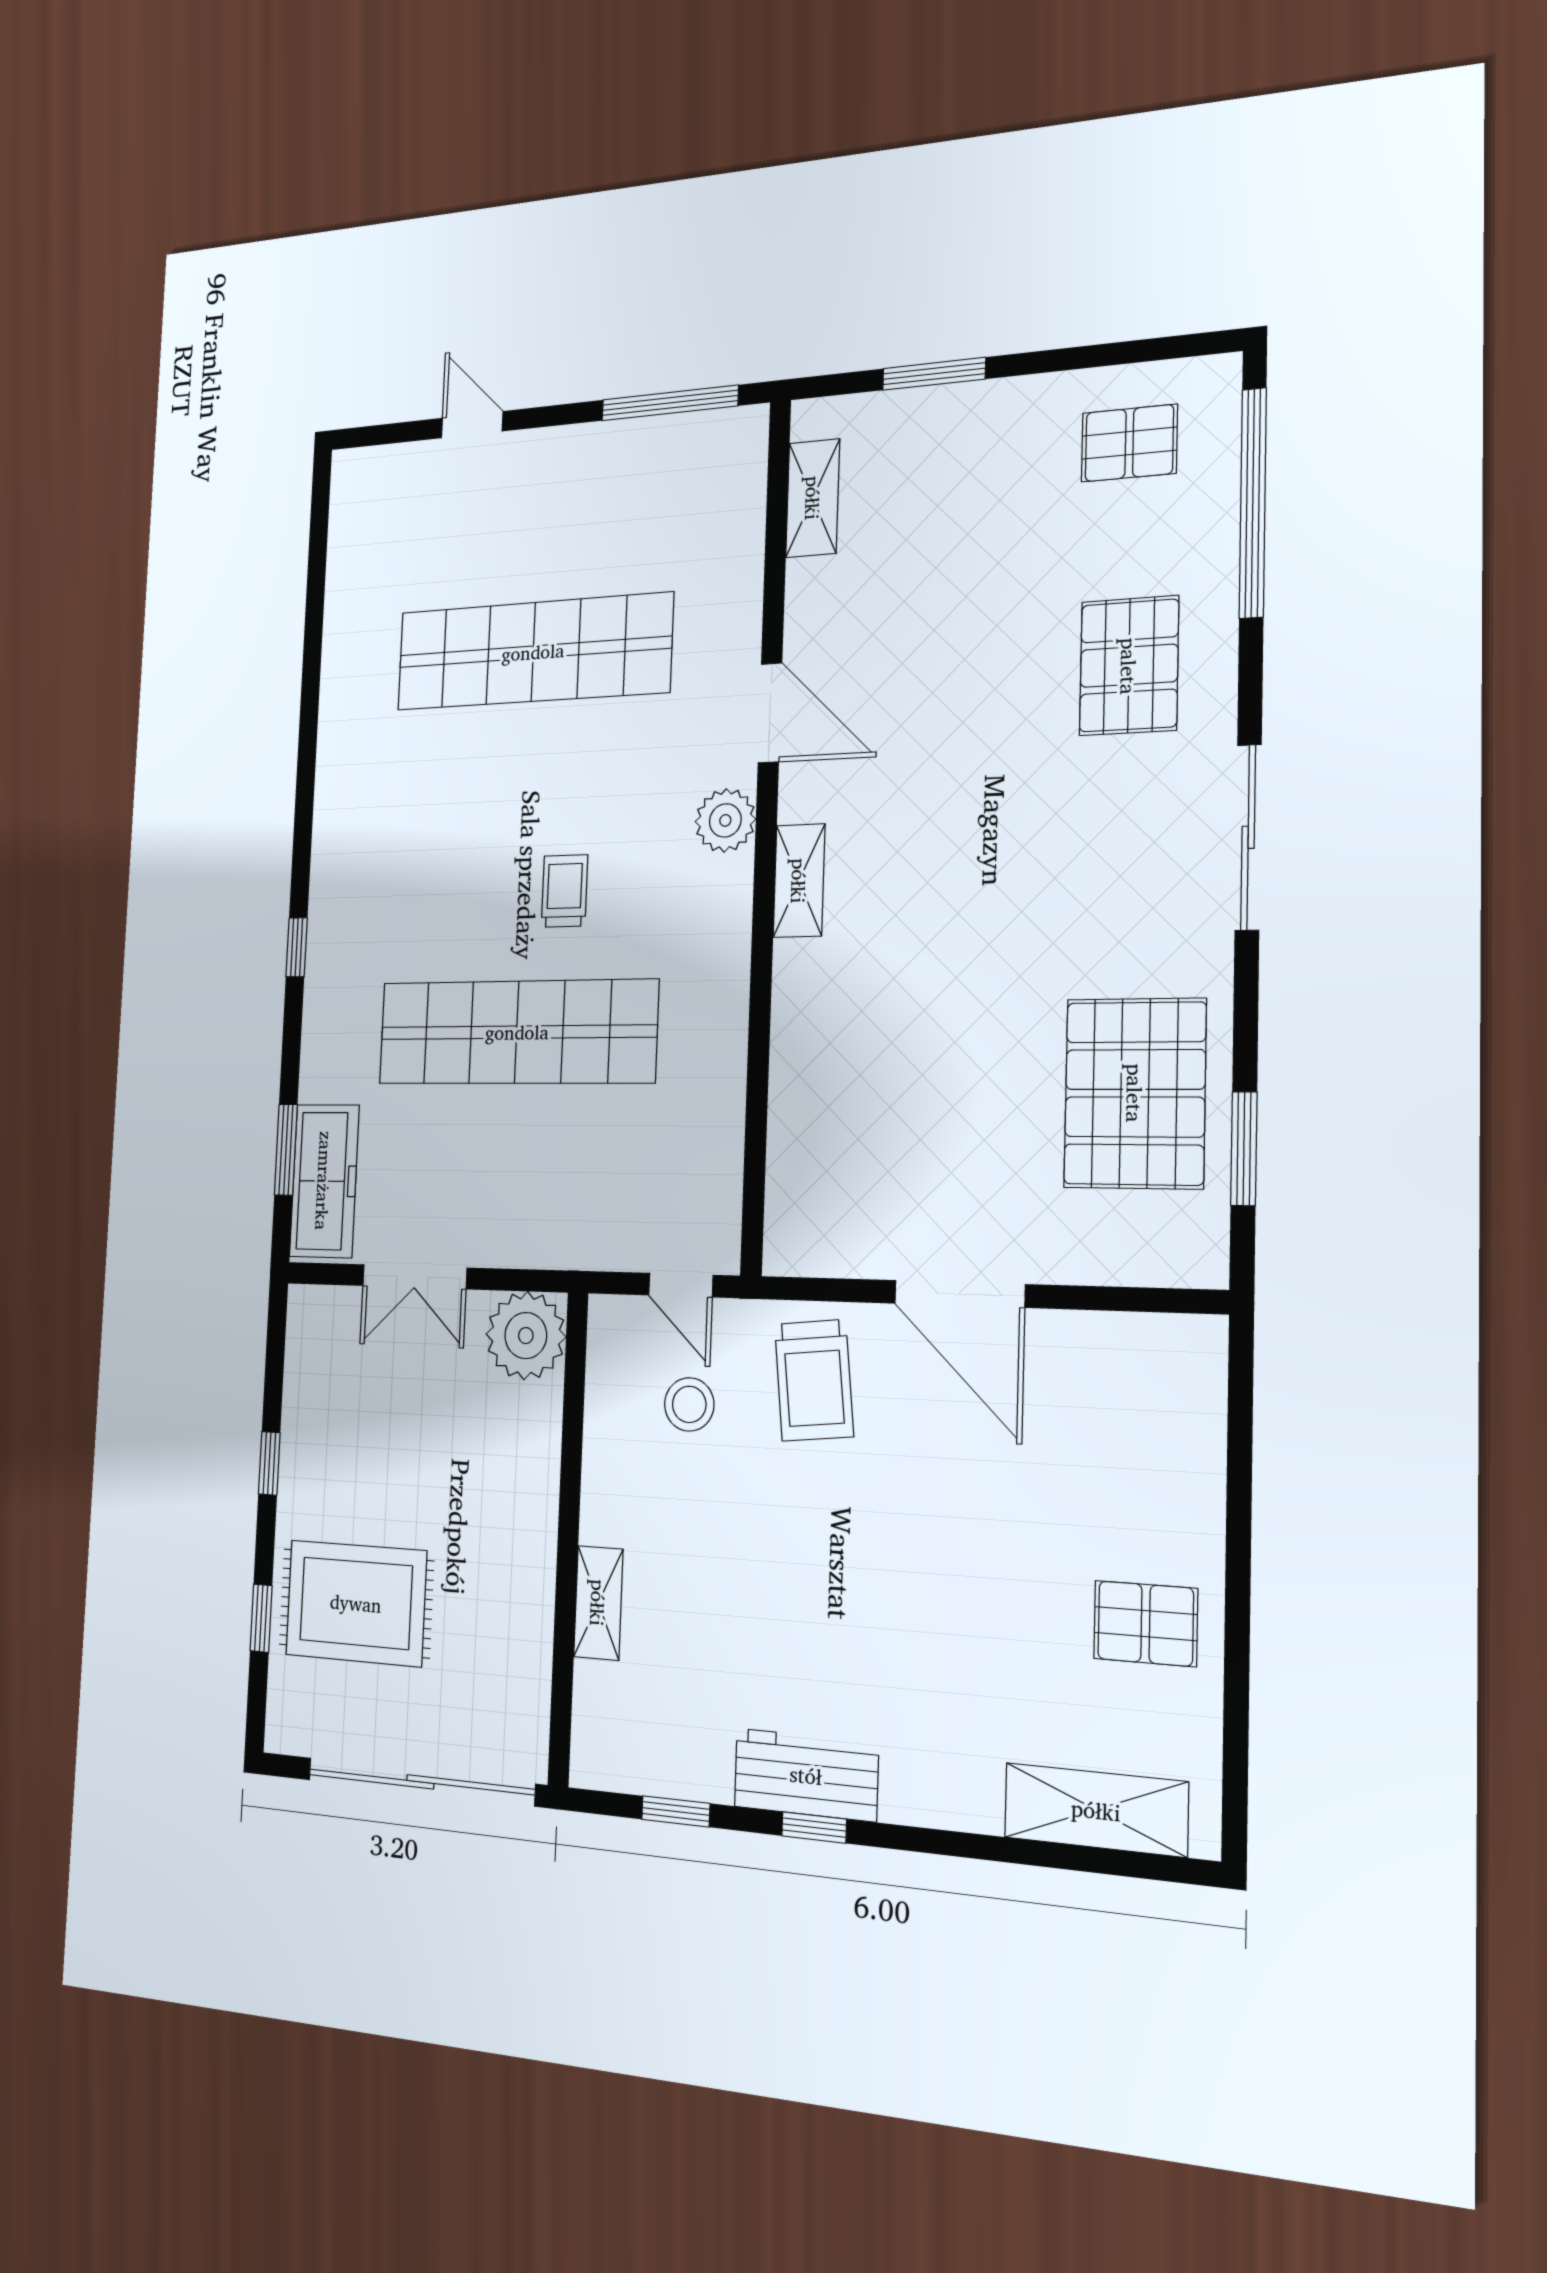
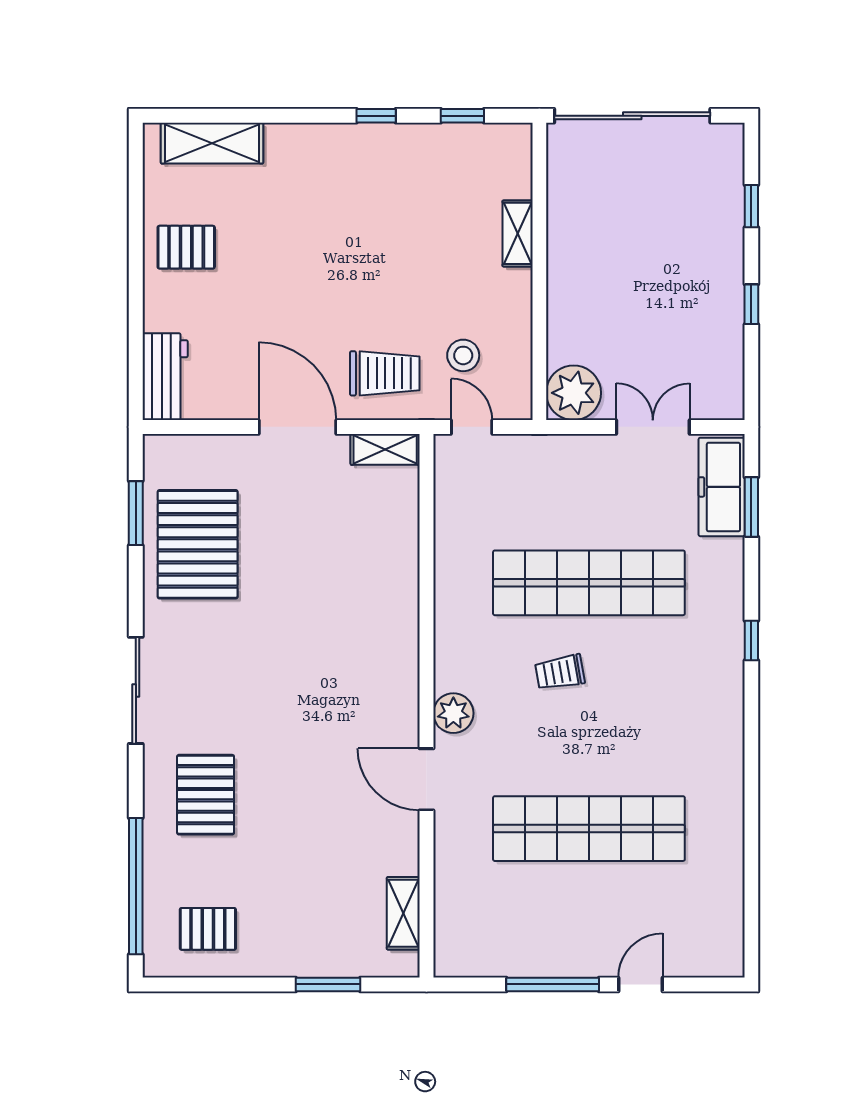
window: (670, 403) -> (553, 984), moved
door: (472, 425) -> (640, 984), swing flipped
shelving: (799, 881) -> (385, 449), moved, turned 90
trolley: (565, 891) -> (560, 672), turned 80
trolley: (814, 1380) -> (385, 373), turned 96
rug: (356, 1603) -> (683, 221), removed
workbench: (806, 1775) -> (165, 377), moved, turned -90

